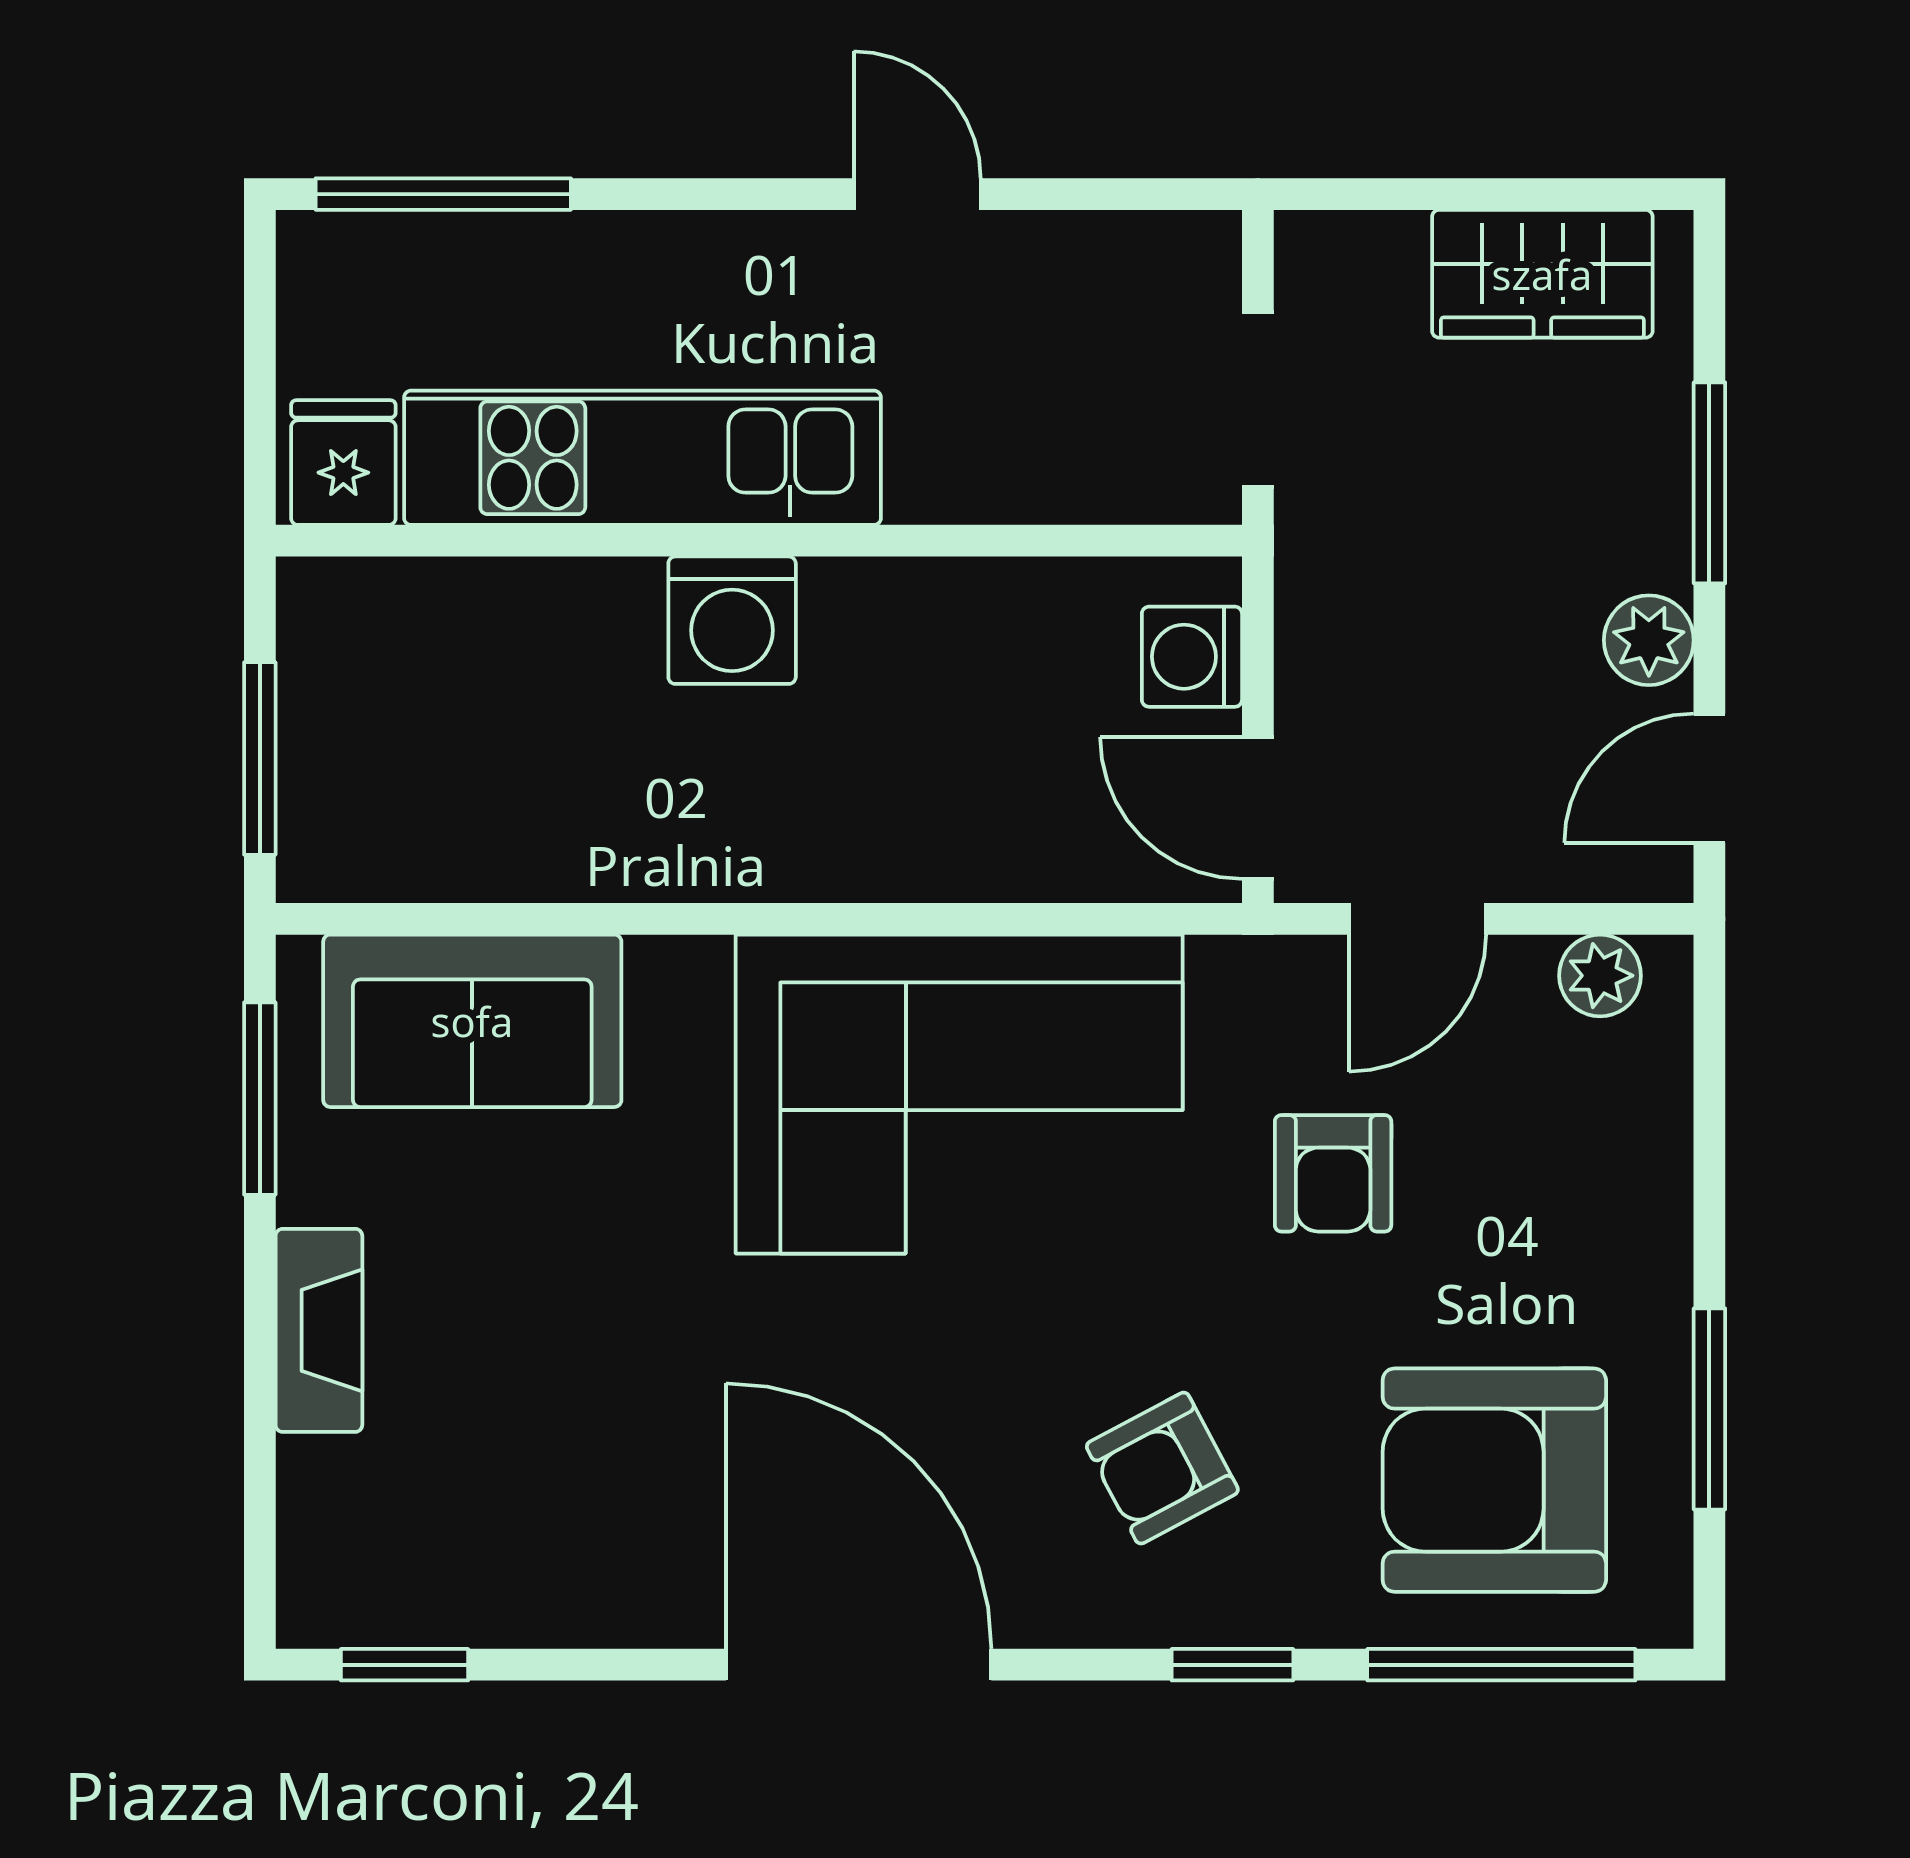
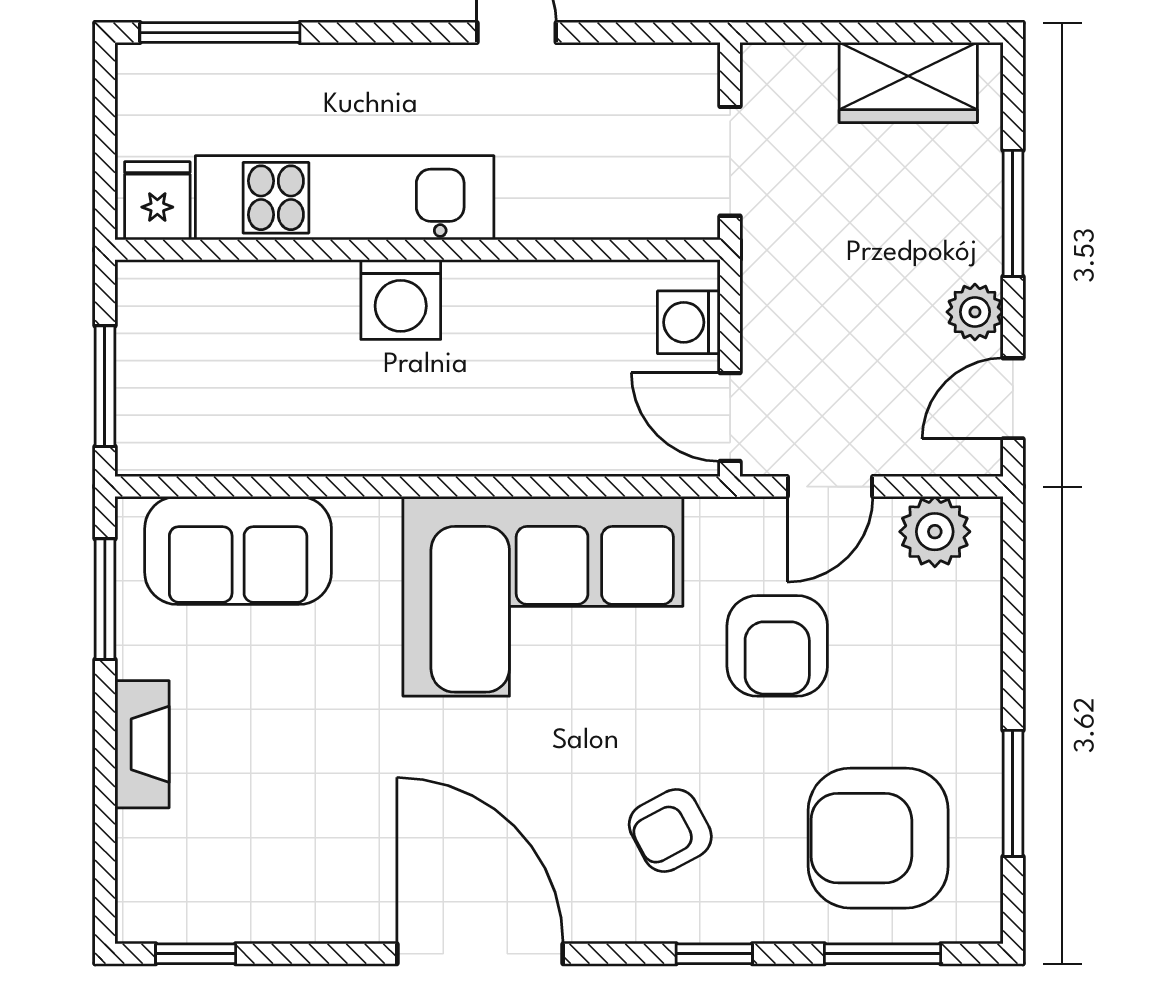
plant: (1600, 976) -> (935, 532), width x1.38, depth x1.38
armchair: (1333, 1173) -> (777, 646), width x1.38, depth x1.38
window: (1501, 1665) -> (883, 954), width x0.69

